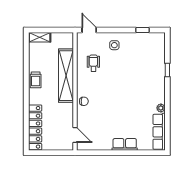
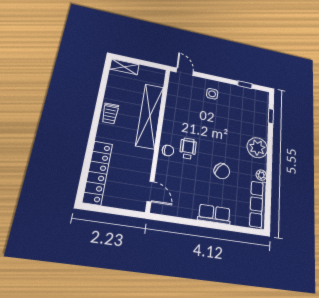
wheelchair: (93, 63) -> (188, 148), moved
window: (167, 70) -> (271, 116), moved
plant: (156, 85) -> (257, 148), added
chair: (128, 110) -> (222, 171), added

